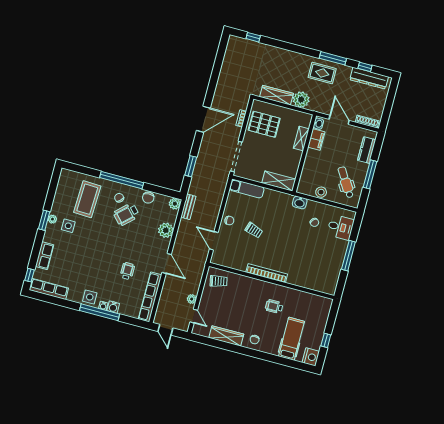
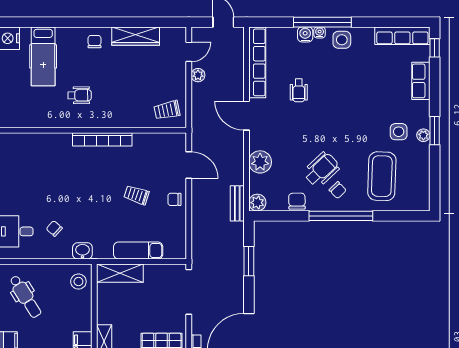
exam couch: (247, 189) -> (138, 251), moved
stool: (321, 192) -> (78, 282), moved
door: (194, 316) -> (189, 52), swing flipped

